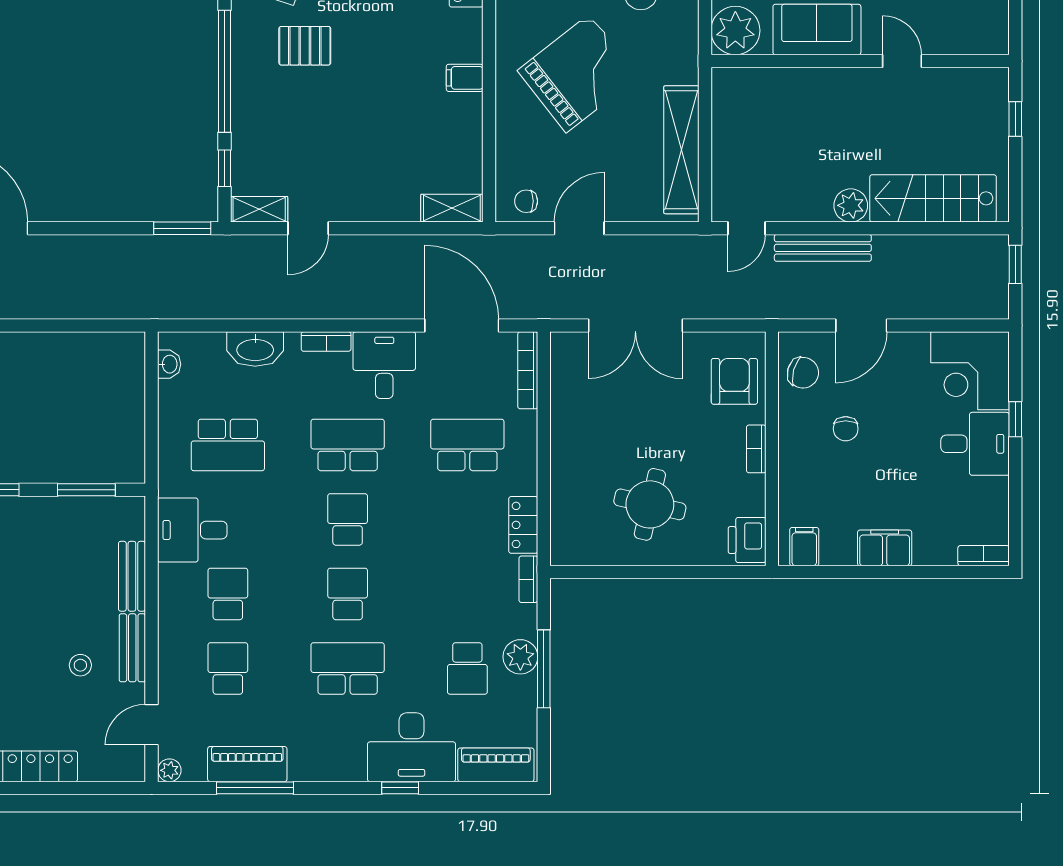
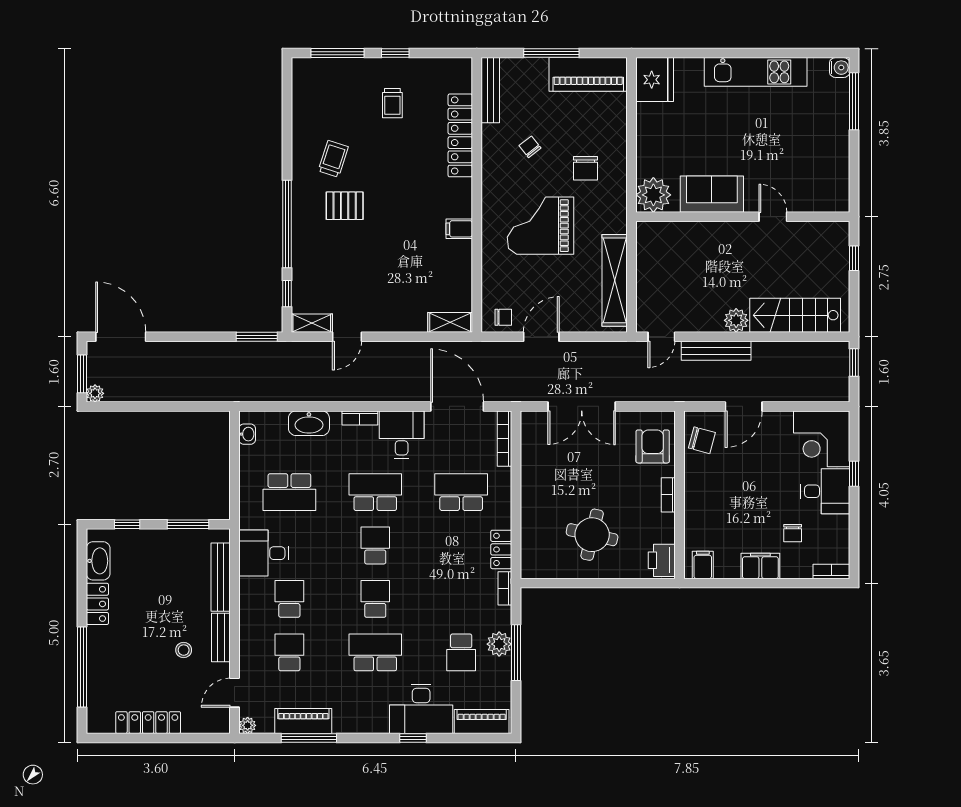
grand piano: (578, 73) -> (540, 226), turned -142
chair: (526, 201) -> (503, 317), turned 180
chair: (846, 429) -> (793, 533), moved
bench: (132, 576) -> (221, 577), width x1.36

